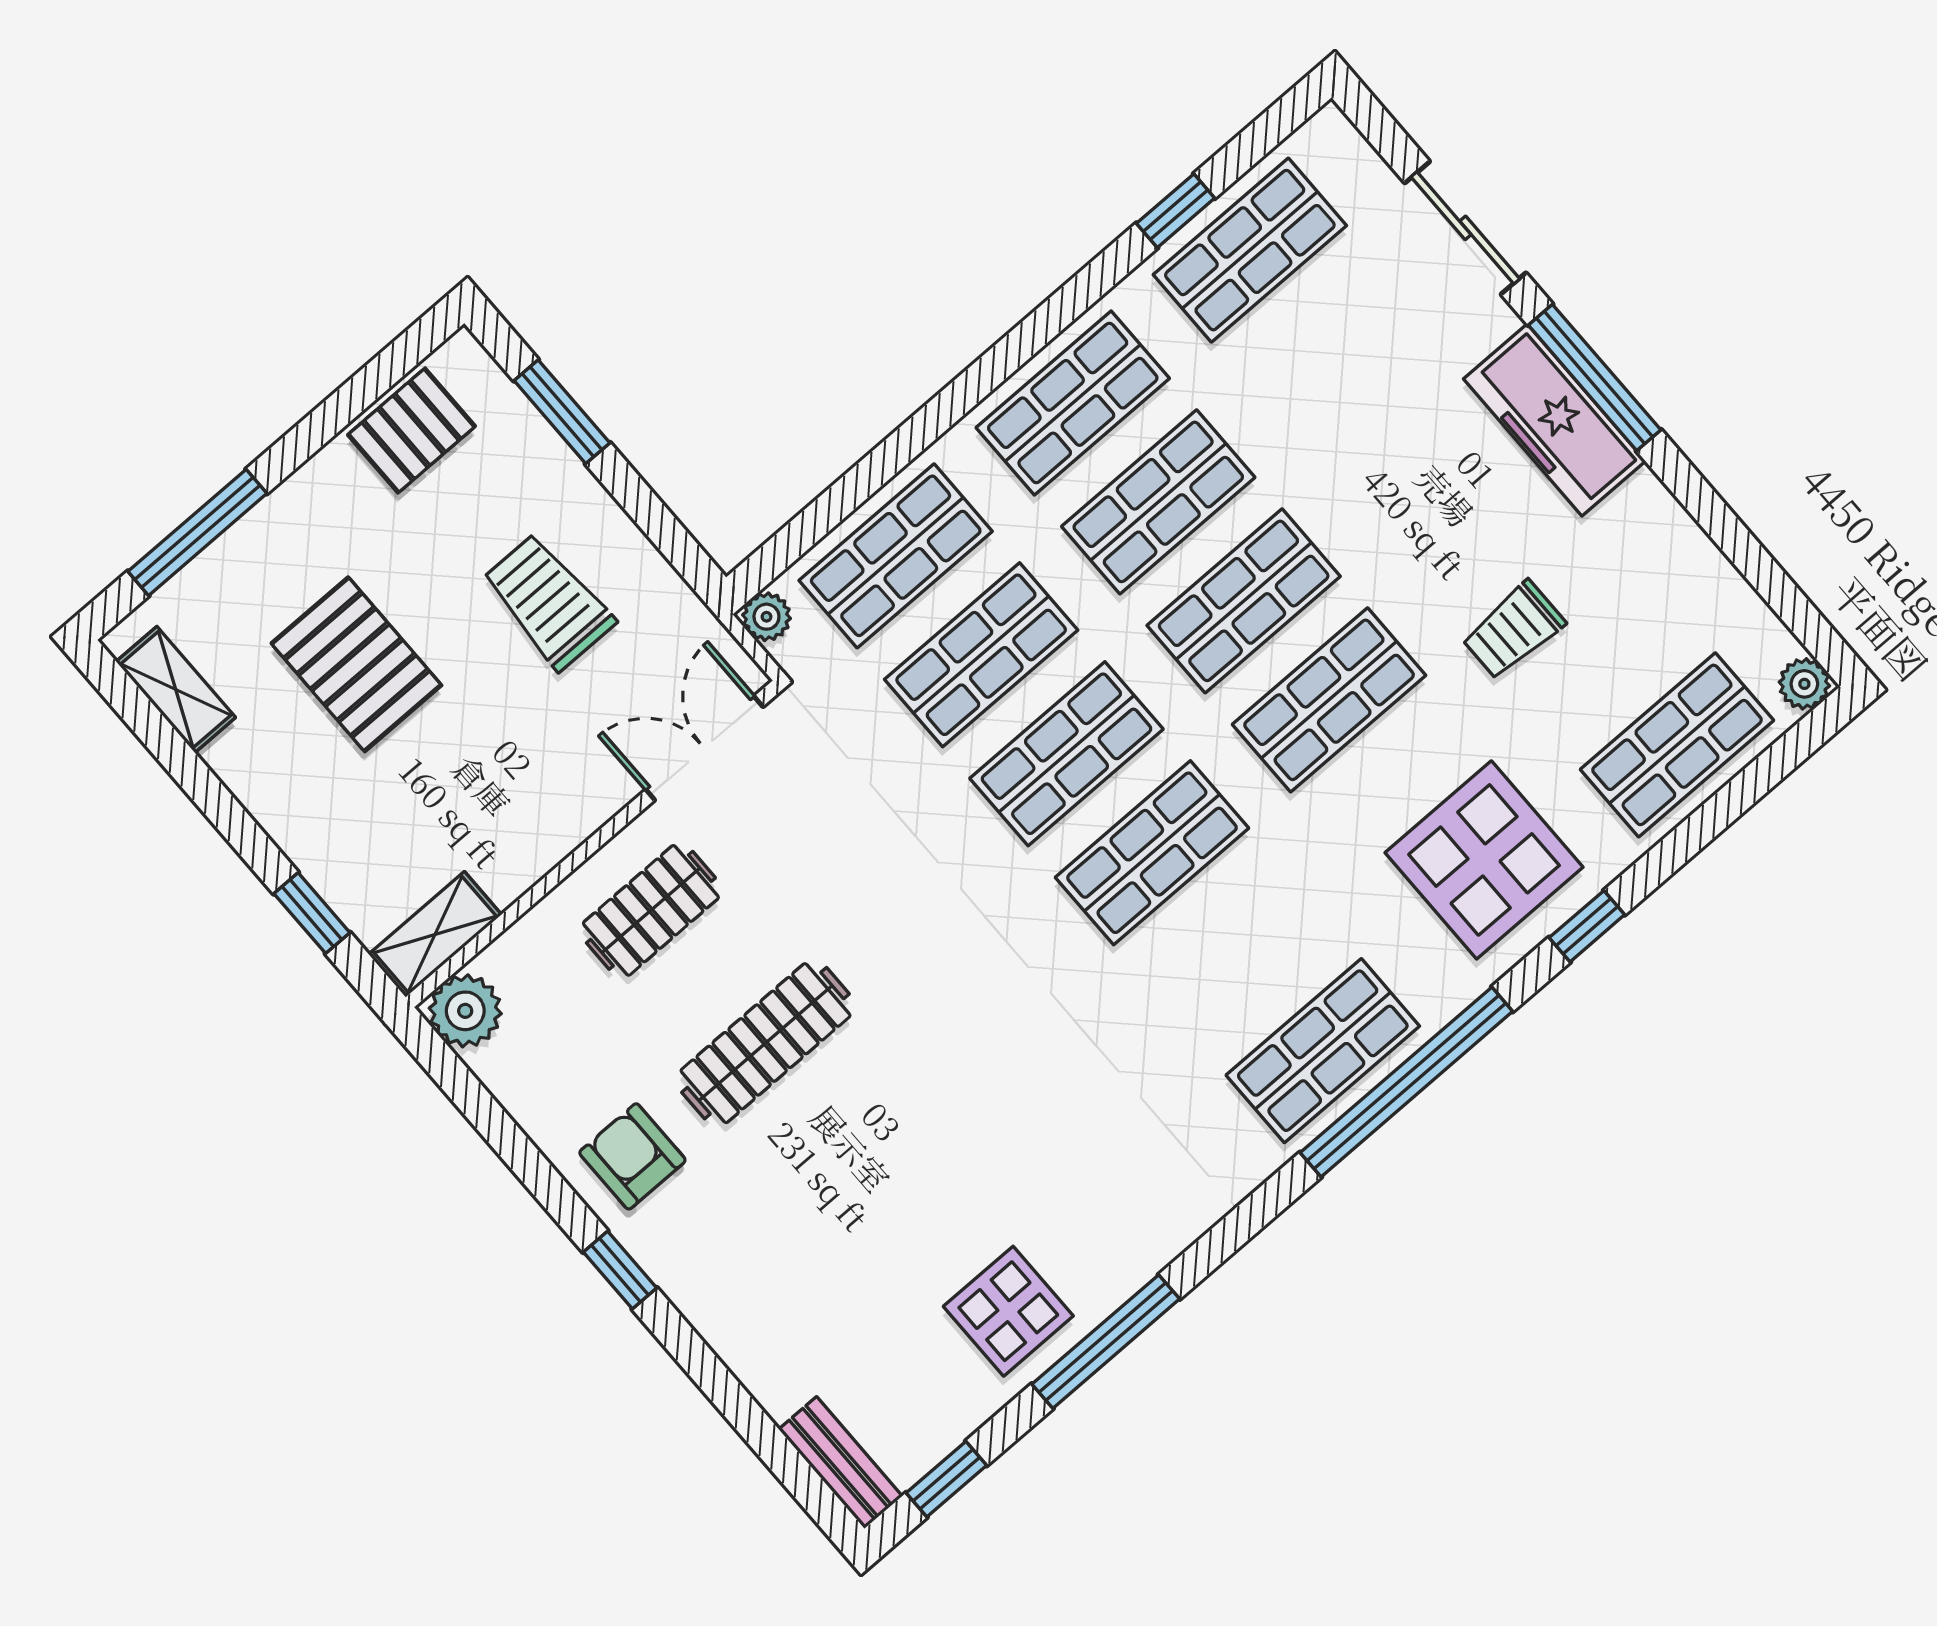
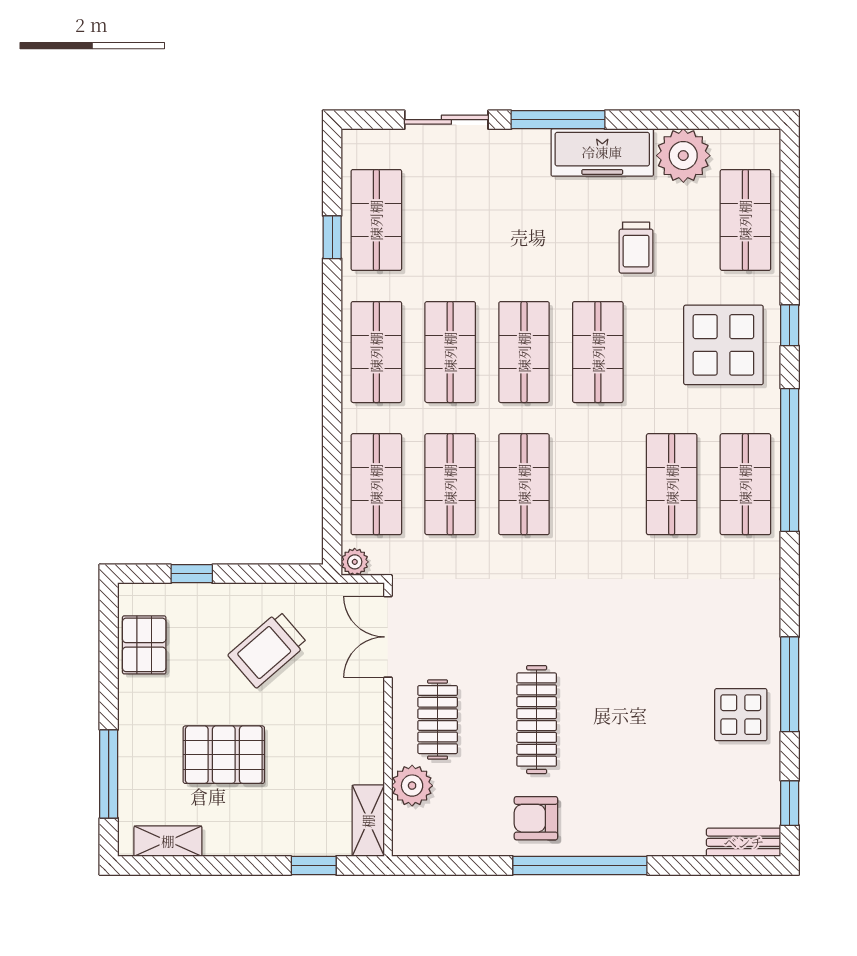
window: (562, 412) -> (192, 574), width x0.67
freezer: (1554, 420) -> (602, 152), moved
trolley: (548, 601) -> (268, 649), turned -41
plant: (1804, 684) -> (683, 156), moved, width x1.88, depth x1.88
shop shelf: (1152, 853) -> (672, 484), moved
plant: (465, 1011) -> (412, 786), moved
window: (620, 1270) -> (580, 866), width x3.17

